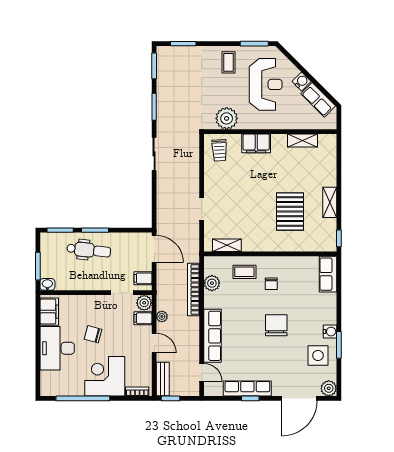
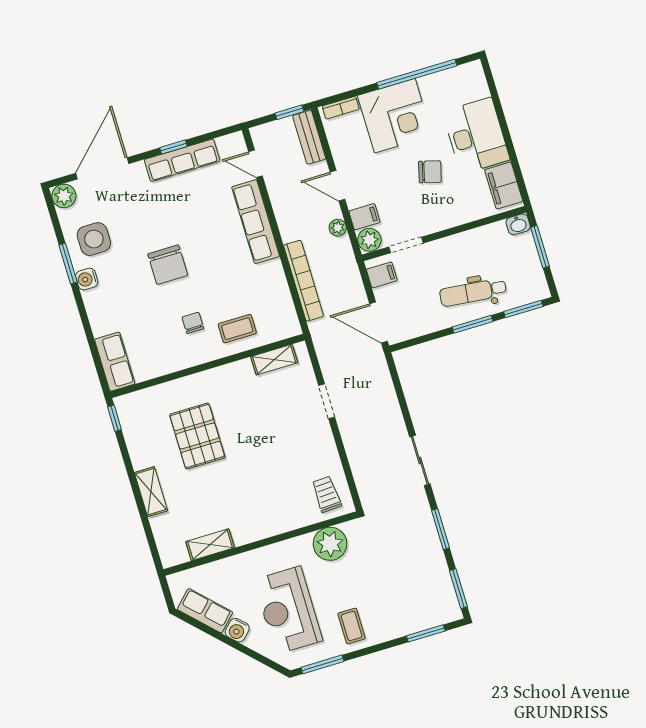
filing cabinet: (256, 143) -> (276, 520), removed
shelving: (330, 202) -> (151, 492), moved
plant: (212, 283) -> (280, 298), removed

